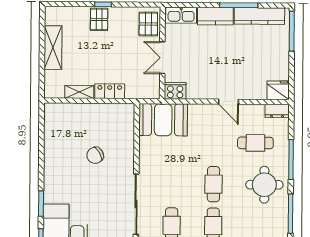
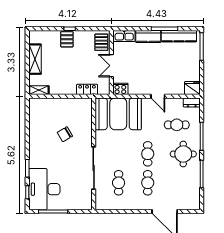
locker: (110, 91) -> (87, 89), moved
shelving: (79, 92) -> (39, 90), moved
booth: (163, 120) -> (118, 114), width x1.36, depth x1.42

